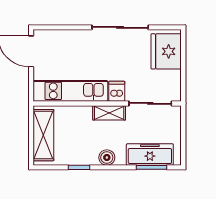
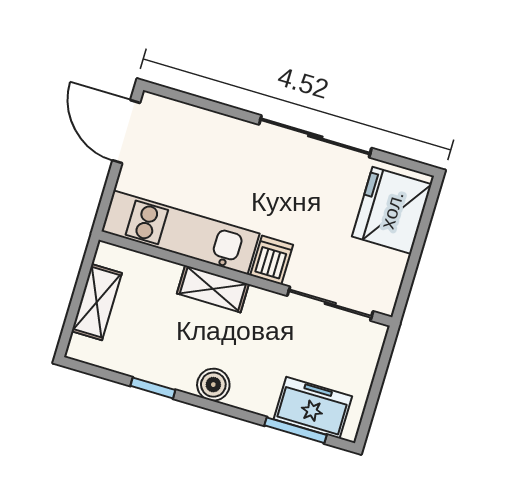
shelving: (109, 113) -> (213, 289), moved
shelving: (43, 135) -> (97, 302), width x0.67, depth x0.75
freezer: (150, 154) -> (313, 408), width x0.71

